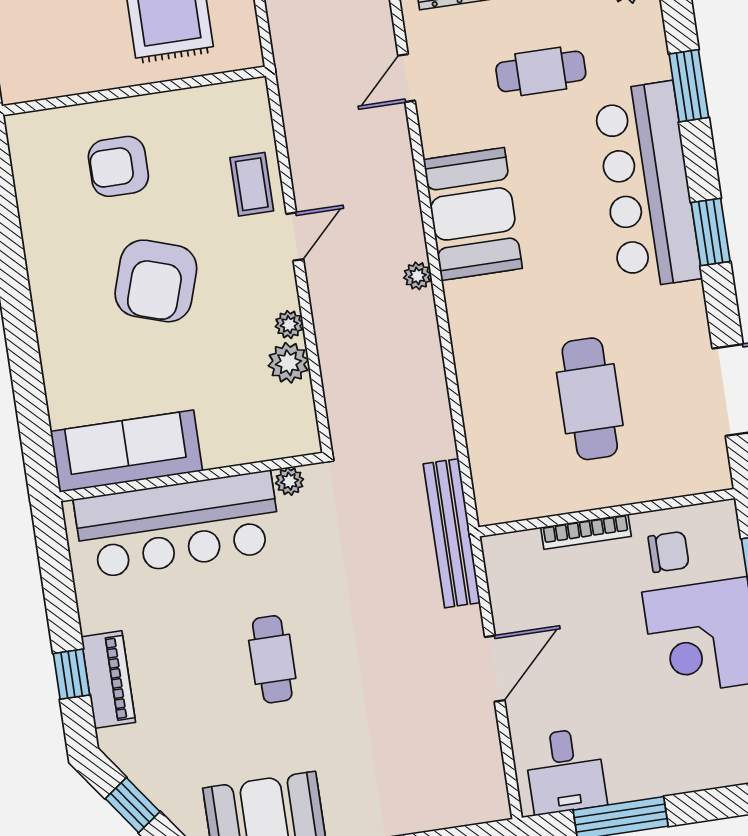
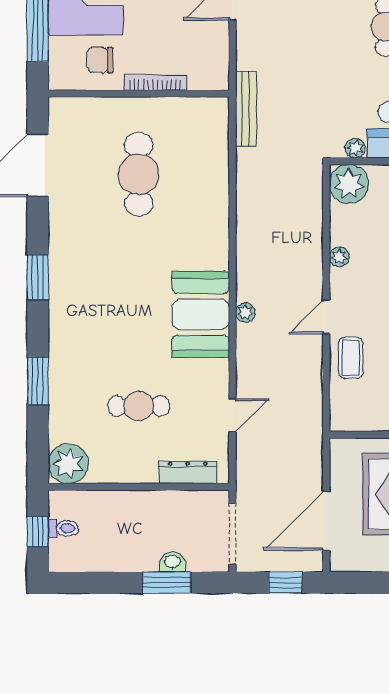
bar counter: (647, 185) -> (77, 316), removed
plant: (417, 276) -> (245, 313), moved
plant: (288, 363) -> (349, 184), moved, width x1.36, depth x1.36
bench: (452, 533) -> (246, 109), width x0.73, depth x0.82

